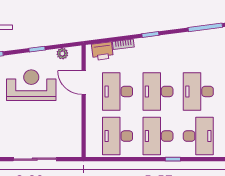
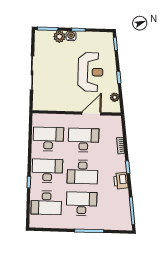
printer: (102, 51) -> (121, 181), moved
desk: (158, 91) -> (83, 172), turned 180

